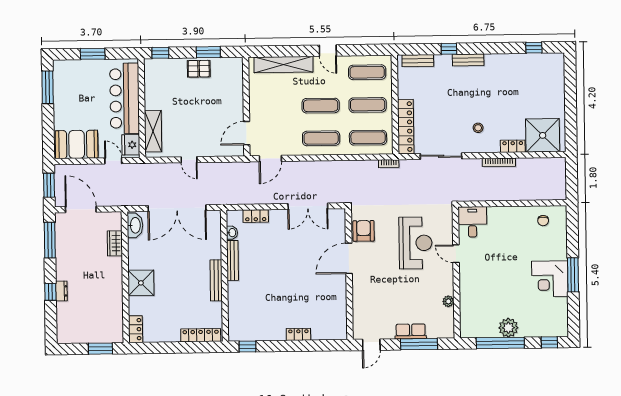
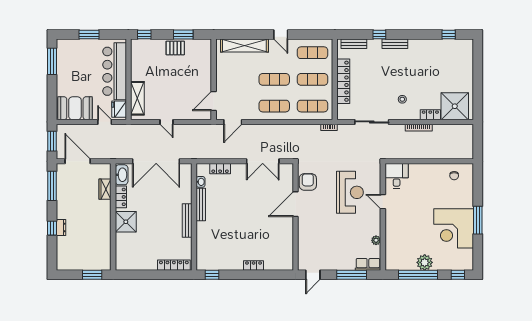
locker: (406, 127) -> (343, 81), moved
corner desk: (550, 279) -> (454, 228), width x1.36, depth x1.36
locker: (136, 329) -> (121, 197), moved
row of seats: (411, 331) -> (368, 264), moved

